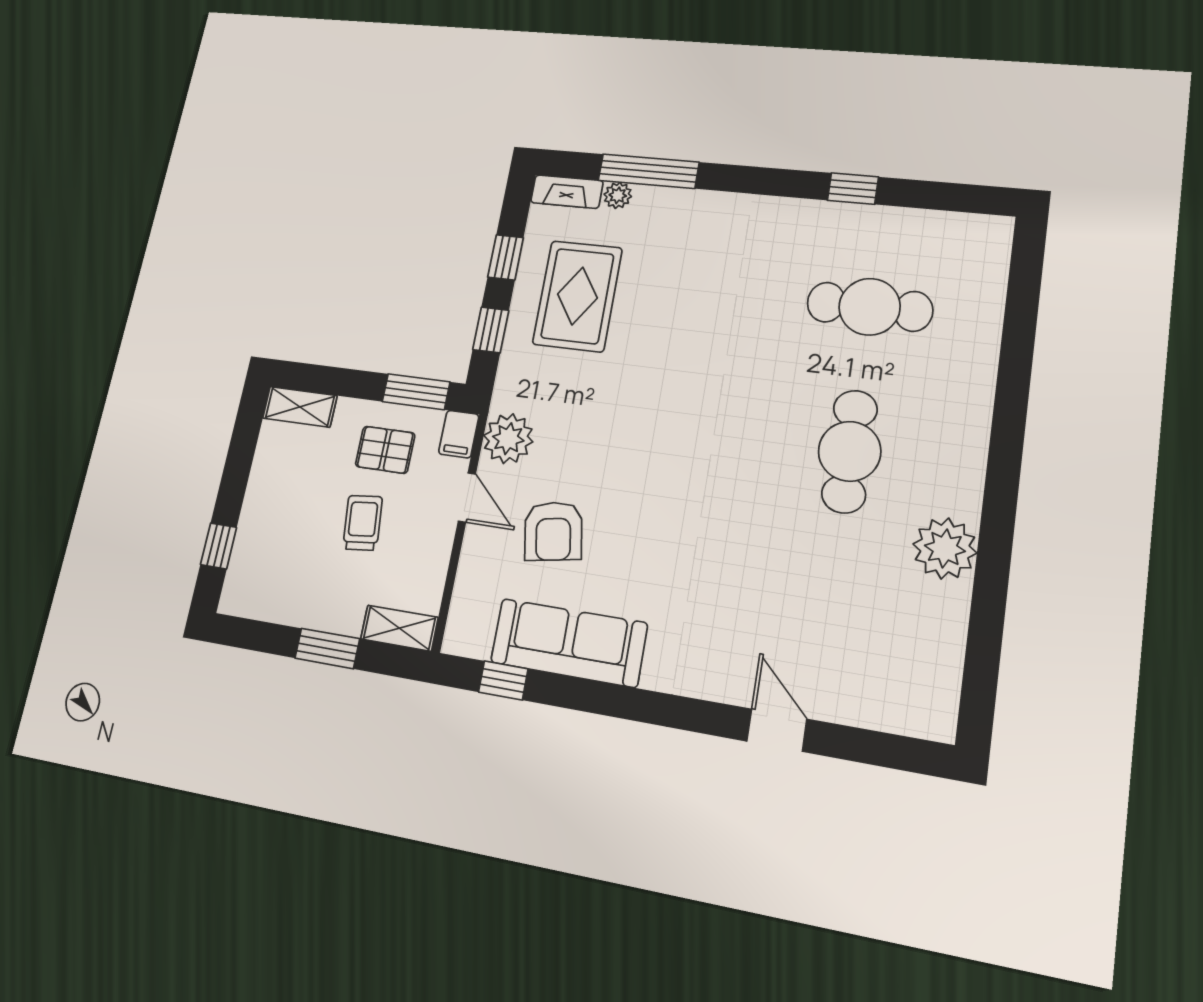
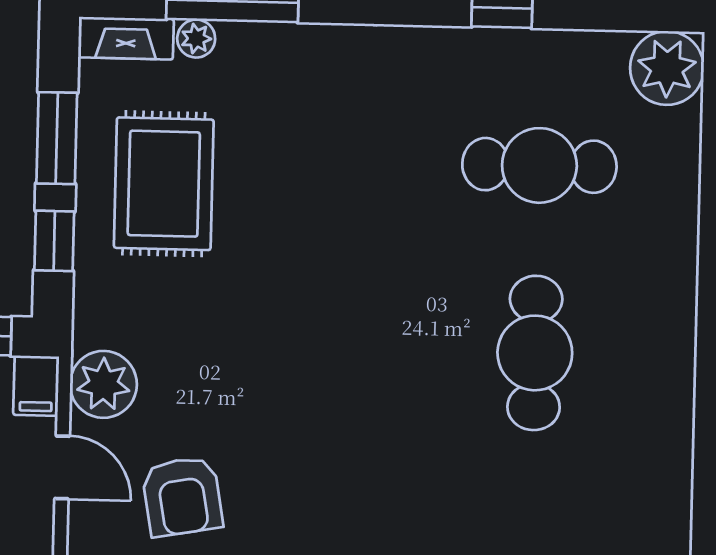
window: (505, 257) -> (57, 138), width x1.50
plant: (945, 548) -> (667, 68), moved

